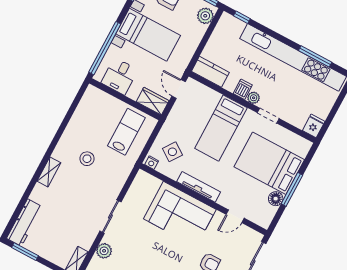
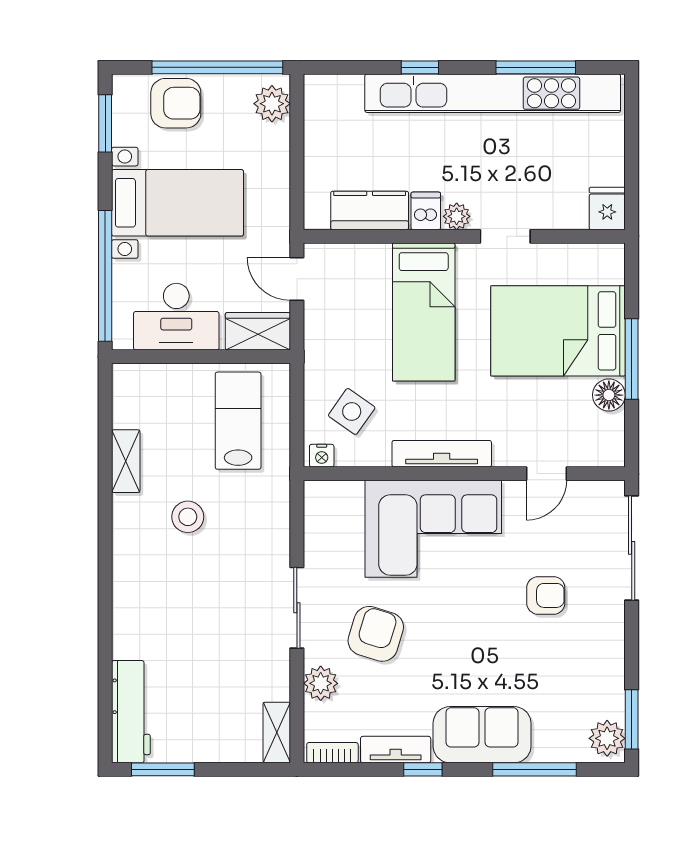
window: (242, 17) -> (420, 67), moved
kitchen counter: (210, 72) -> (370, 210), moved
desk: (120, 76) -> (176, 317), width x1.37
shelving: (49, 172) -> (126, 461), moved
armchair: (136, 243) -> (376, 634), added

